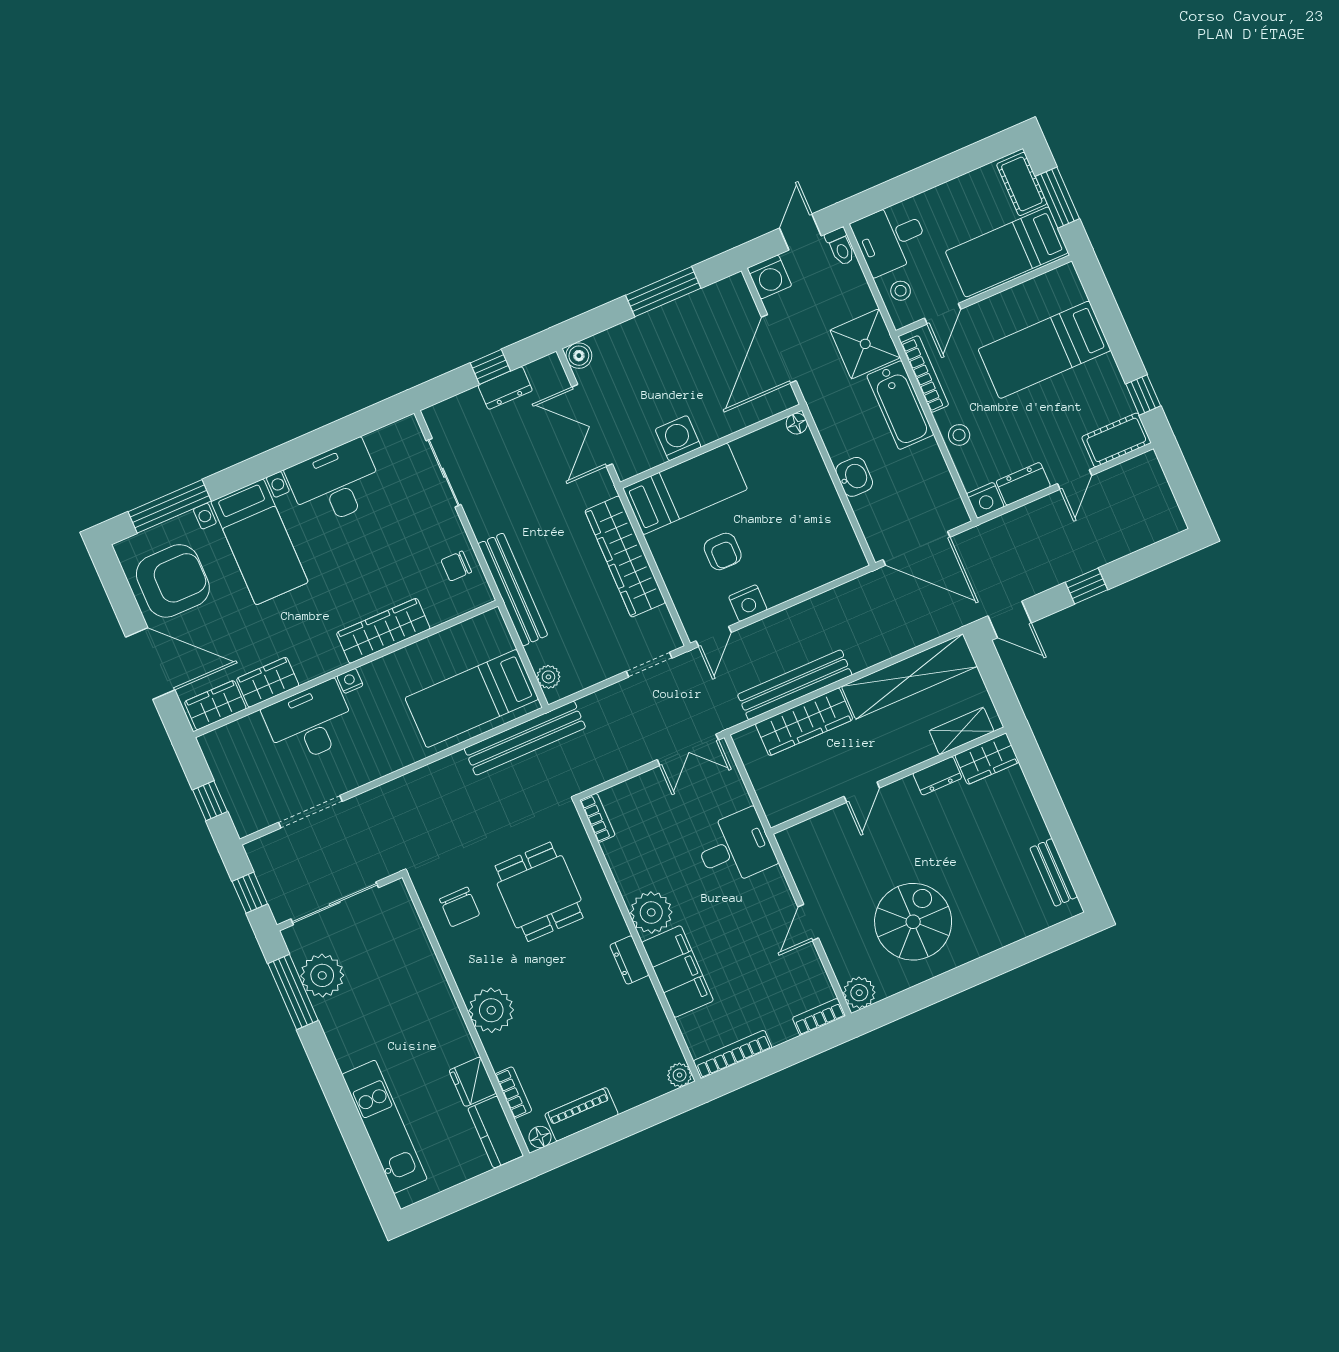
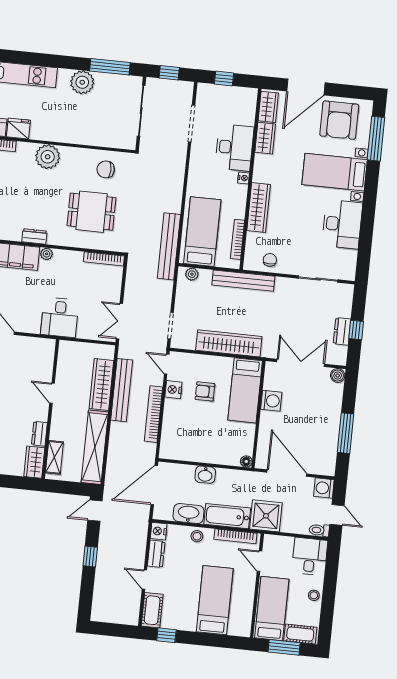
stool: (901, 291) -> (314, 595), moved
washbasin: (931, 469) -> (189, 514), added
bookcase: (804, 613) -> (154, 414), added
bookcase: (453, 636) -> (238, 239), added
bookcase: (597, 818) -> (104, 259), width x1.56
plant: (651, 912) -> (46, 254), width x0.53, depth x0.53
plant: (322, 975) -> (82, 82), moved

